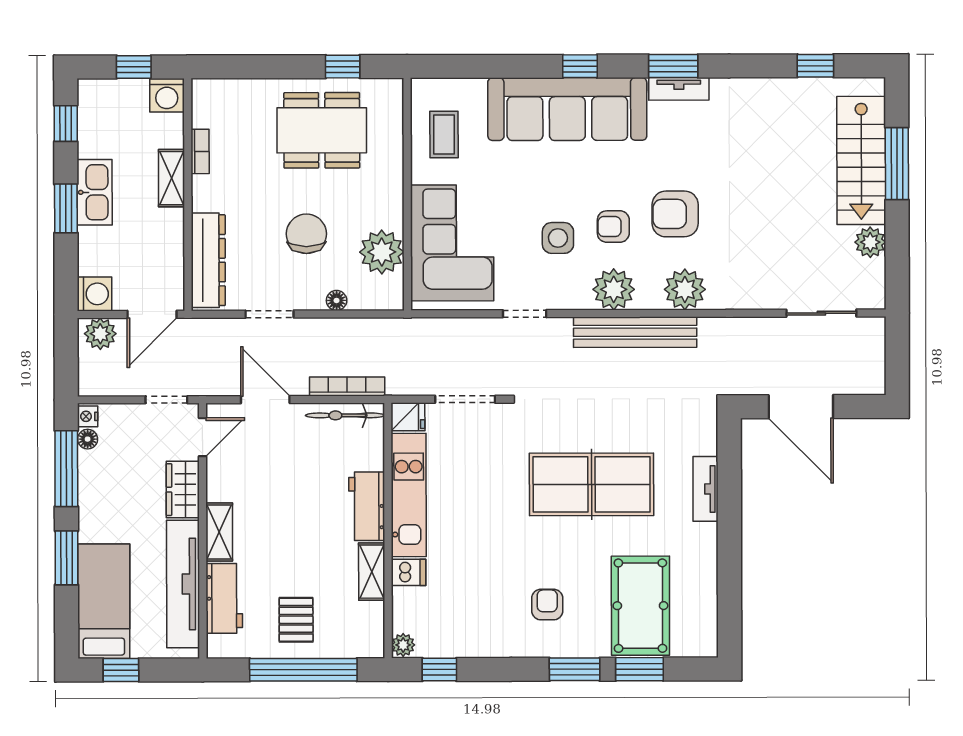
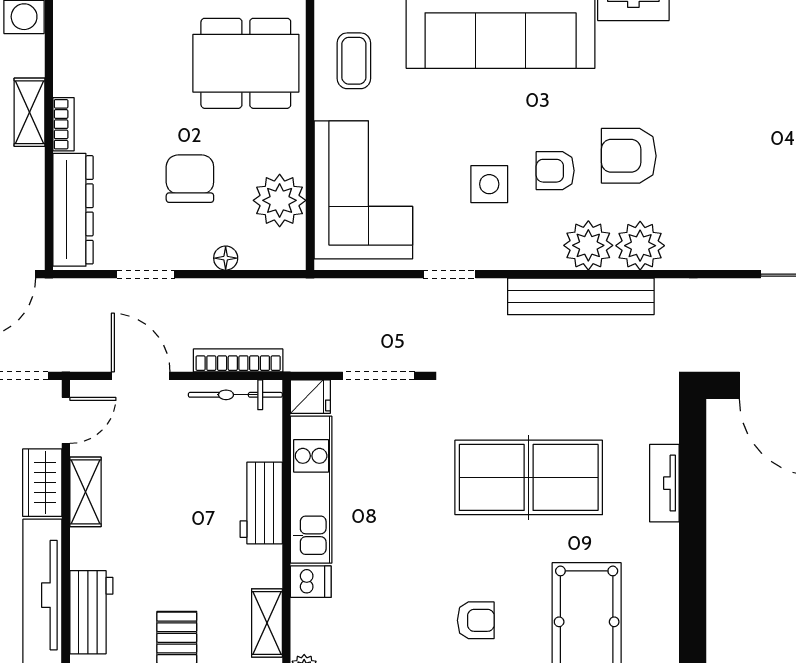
dining table: (322, 130) -> (246, 63), moved
bookcase: (200, 151) -> (64, 124), moved
plant: (614, 289) -> (588, 245), moved
shelving: (219, 532) -> (86, 492), moved
shelving: (372, 572) -> (267, 623), moved
armchair: (547, 605) -> (476, 620), turned 90

